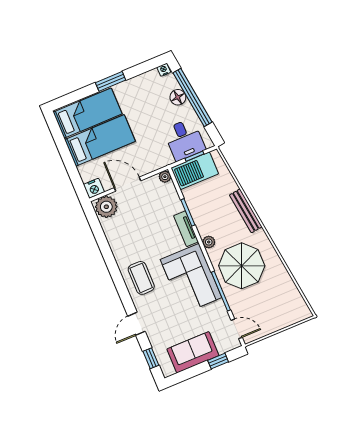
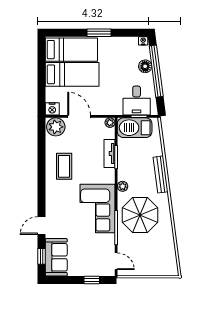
tv unit: (186, 229) -> (109, 154), moved
coffee table: (141, 278) -> (64, 166), moved
sofa: (193, 352) -> (56, 257), moved, turned 90

